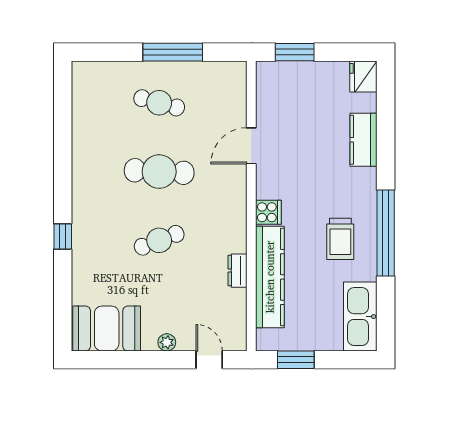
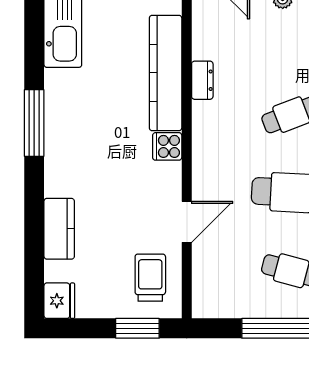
window: (386, 233) -> (34, 123), width x0.68
trolley: (340, 239) -> (150, 278), moved

